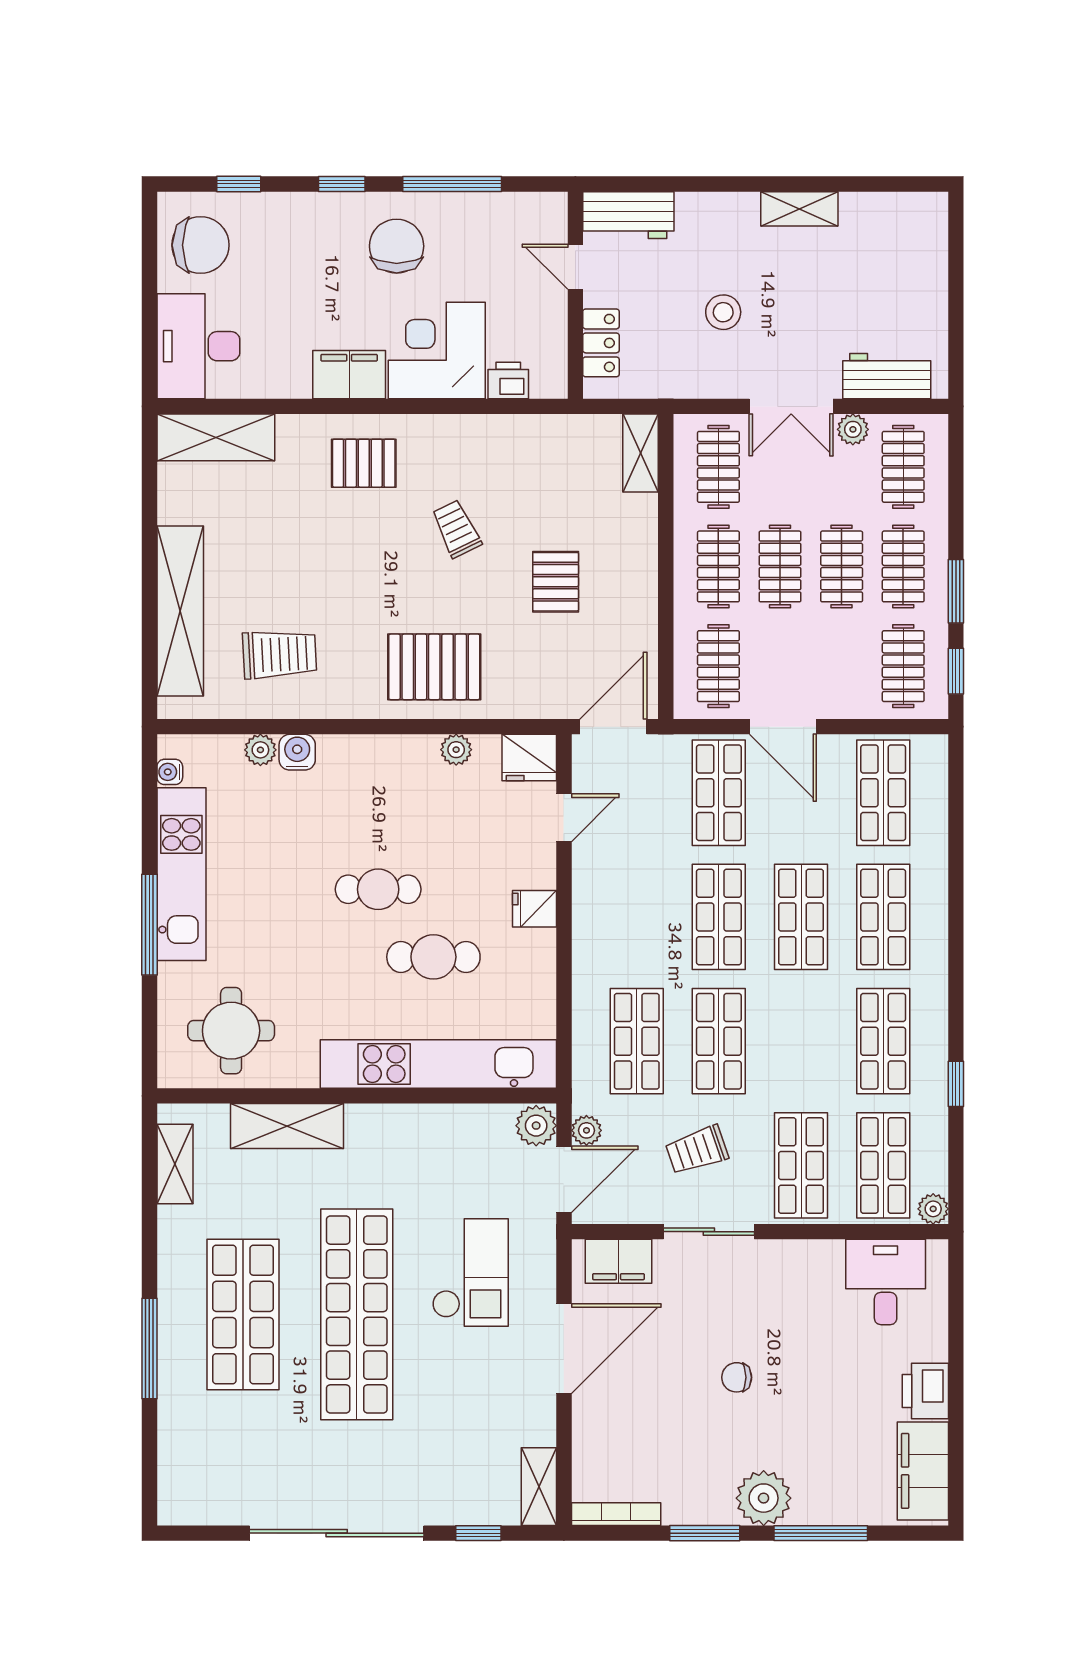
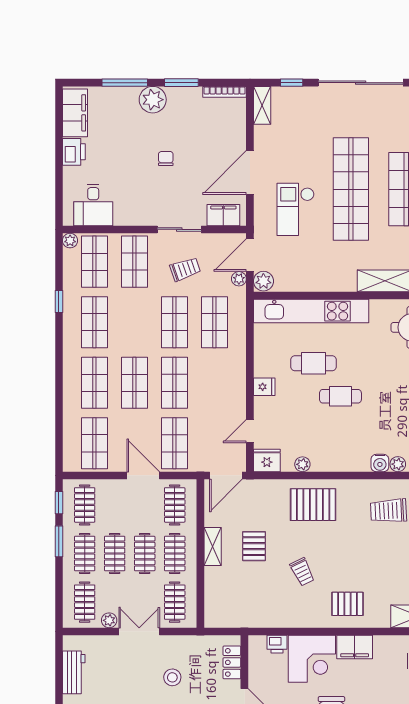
workbench: (887, 376) -> (74, 672), moved, turned -90
shelving: (641, 453) -> (213, 547), moved
chair: (737, 1377) -> (166, 158), turned -90

